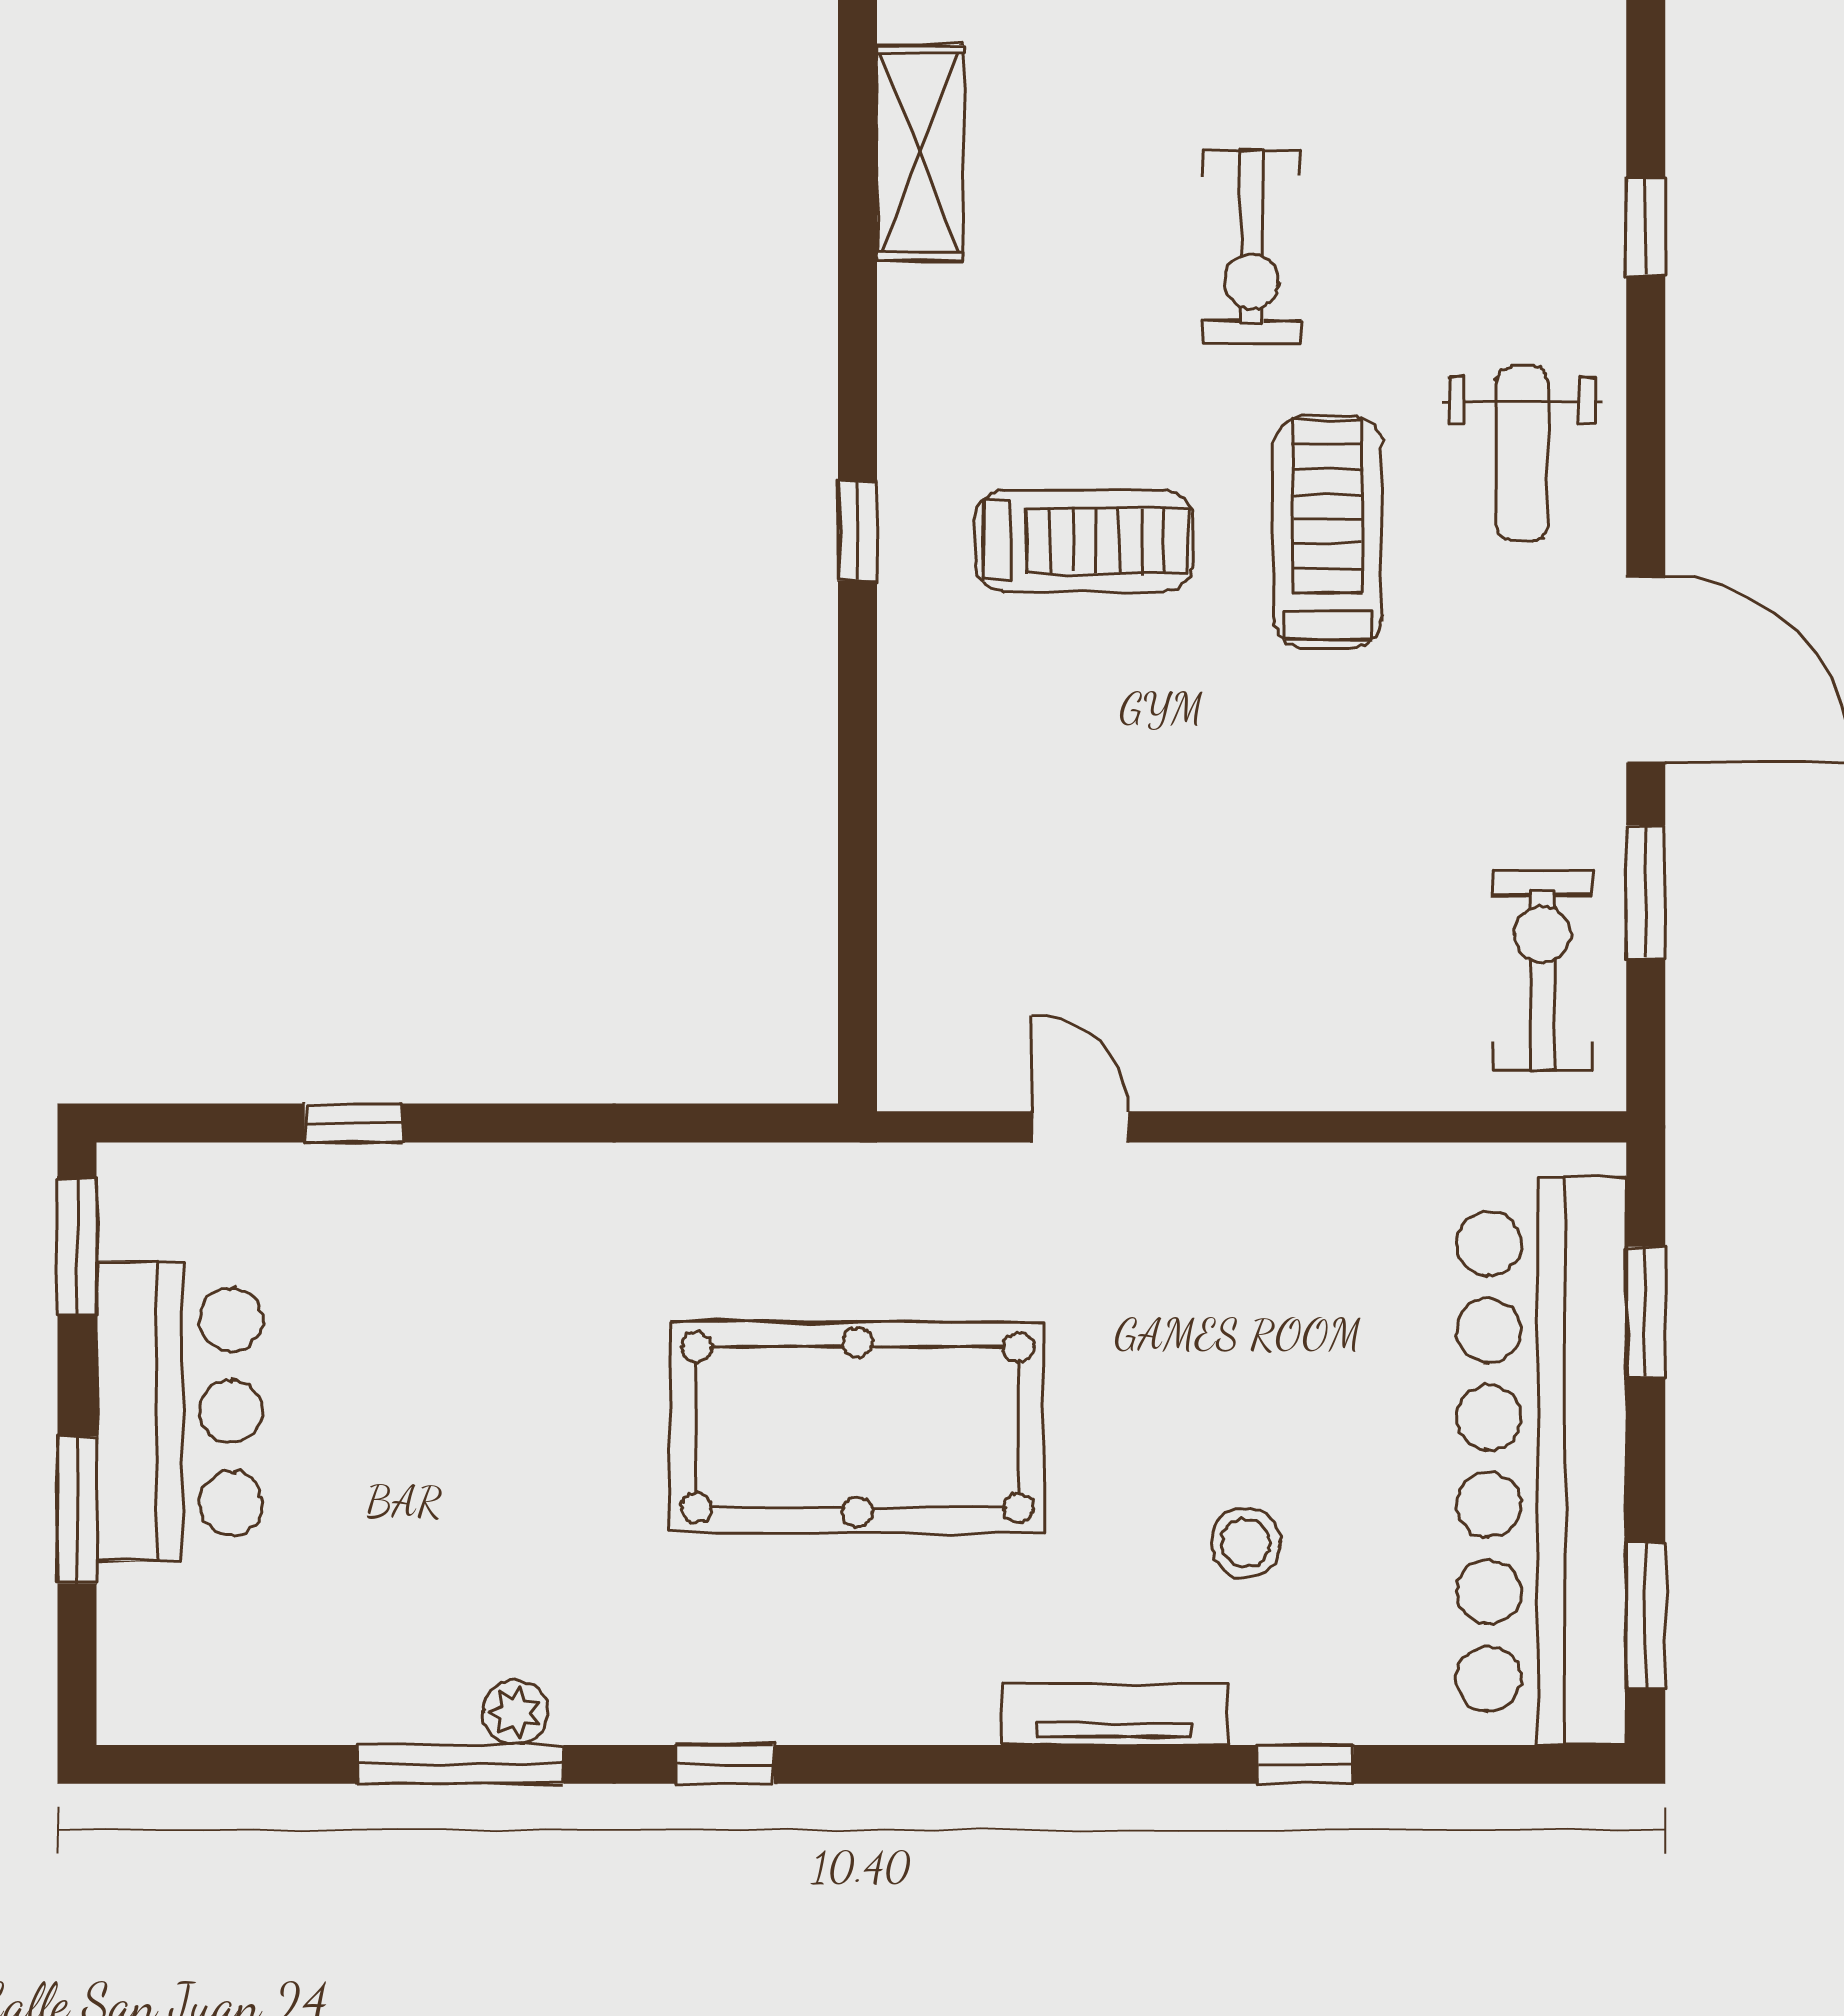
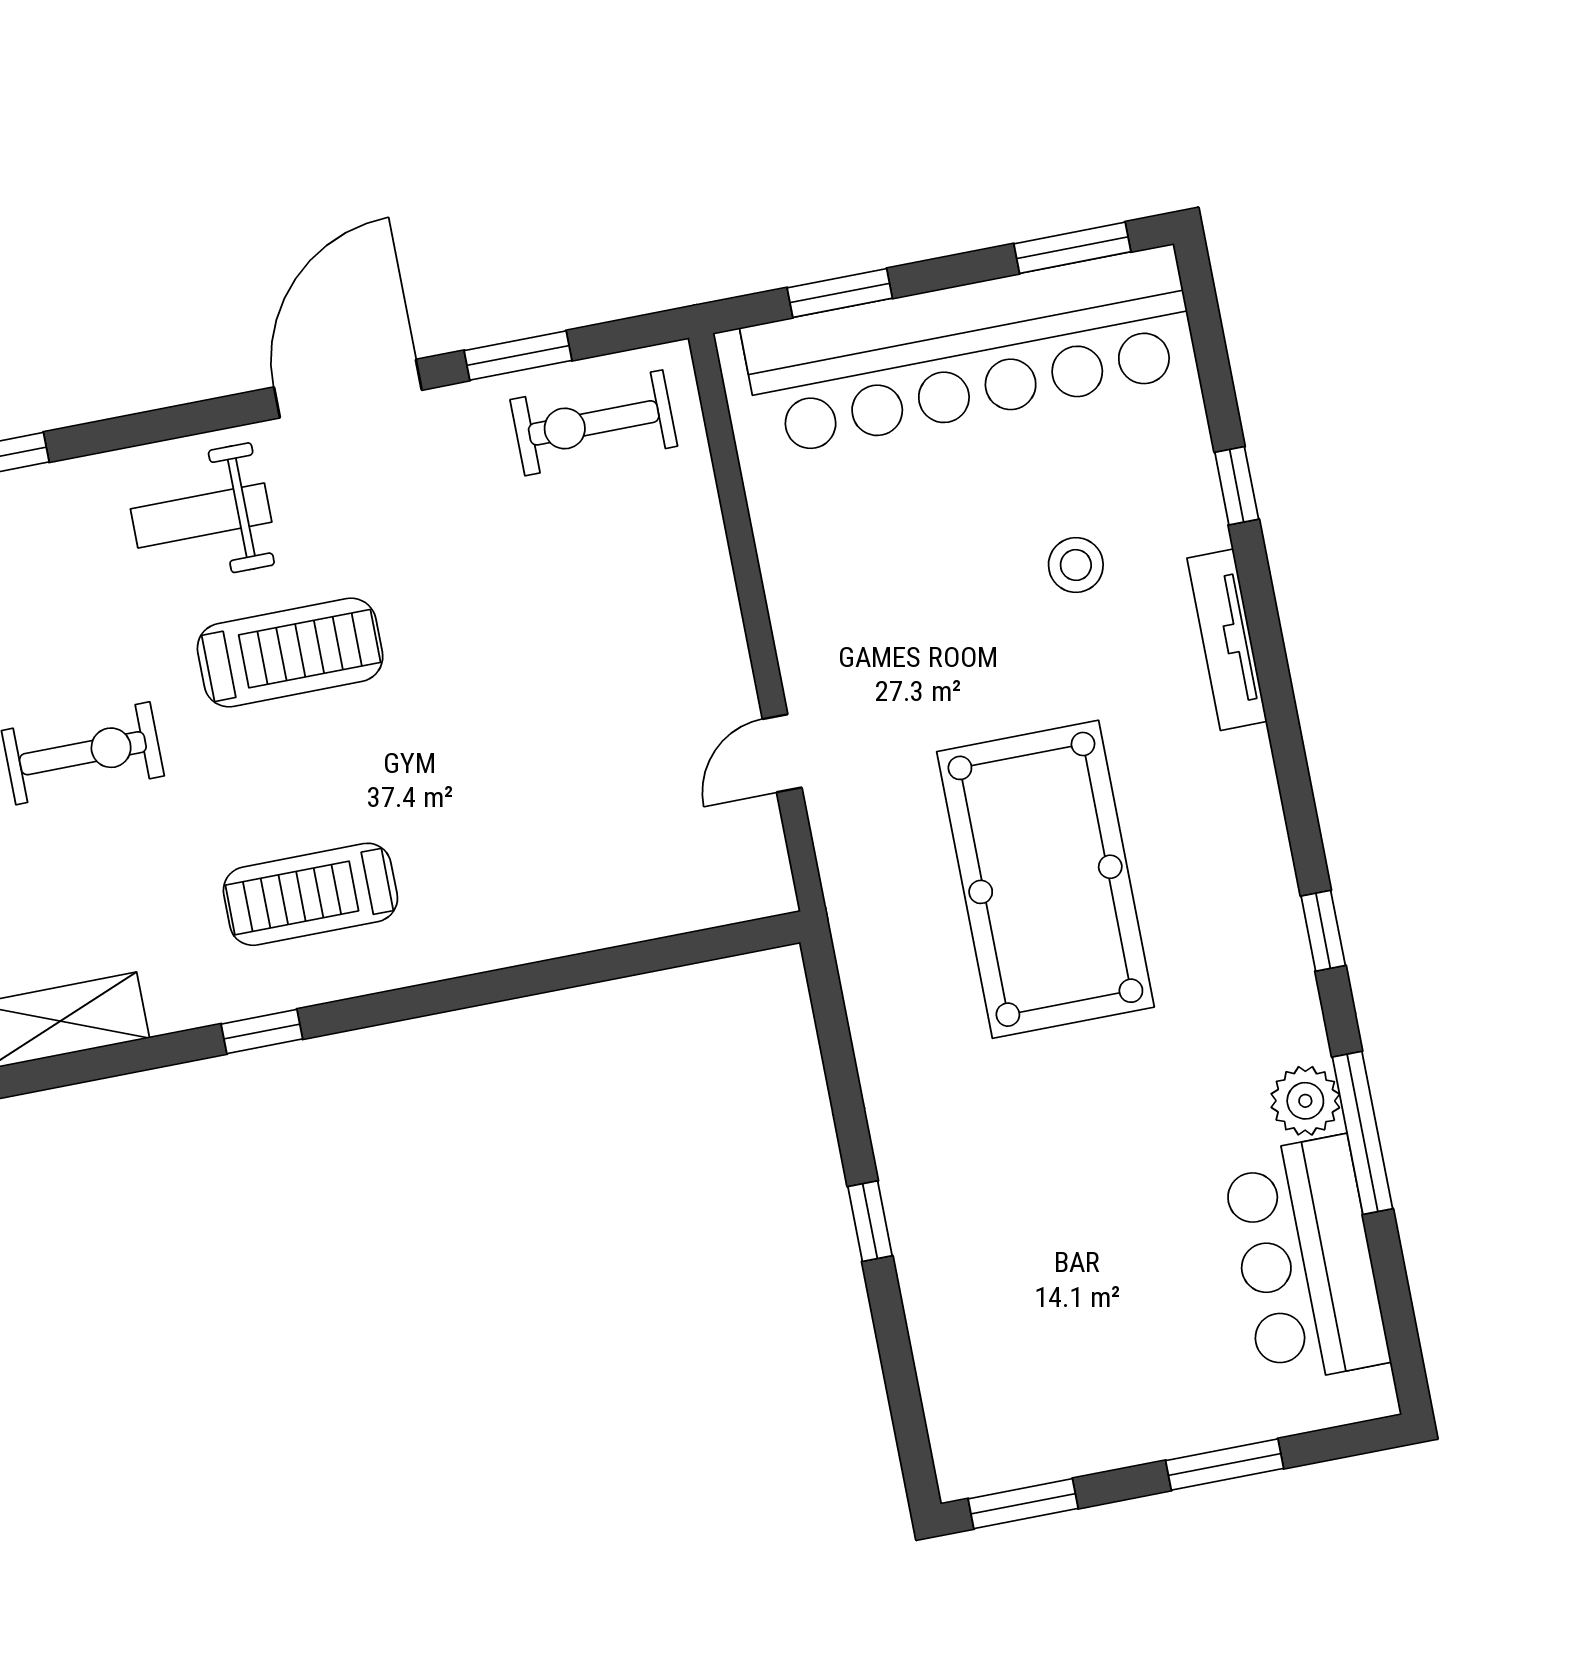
weight bench: (1522, 454) -> (201, 515), turned 180
window: (858, 531) -> (262, 1032), moved
treadmill: (1328, 532) -> (290, 652), turned 180
treadmill: (1084, 541) -> (310, 894), moved, turned -90
window: (354, 1123) -> (870, 1221), moved
bar counter: (179, 1411) -> (1306, 1260), moved, turned -90
plant: (515, 1713) -> (1305, 1101), width x1.38, depth x1.38

